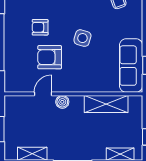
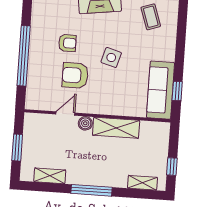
armchair: (40, 27) -> (67, 43), turned 180
shelving: (106, 104) -> (116, 128), moved

